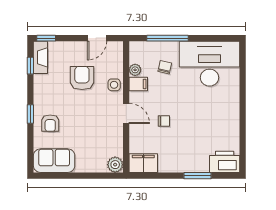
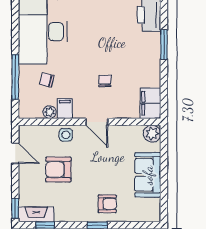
door: (126, 113) -> (97, 122), swing flipped
sofa: (54, 161) -> (148, 175), moved

